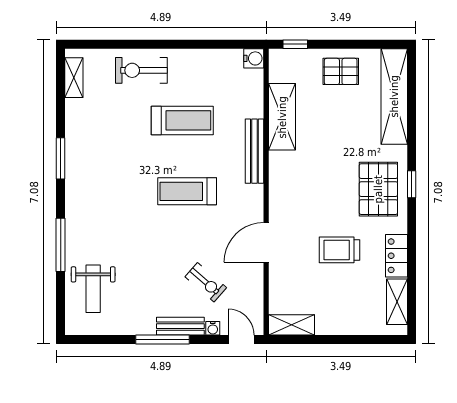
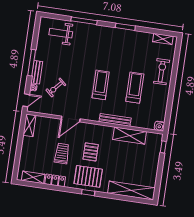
pallet: (341, 71) -> (91, 152), moved
treadmill: (182, 120) -> (135, 88), turned 180
door: (266, 242) -> (71, 119), swing flipped

